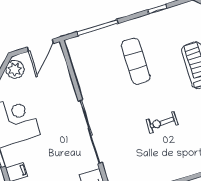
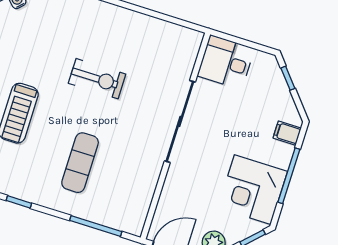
exercise bike: (162, 122) -> (97, 79), width x1.38, depth x1.39

